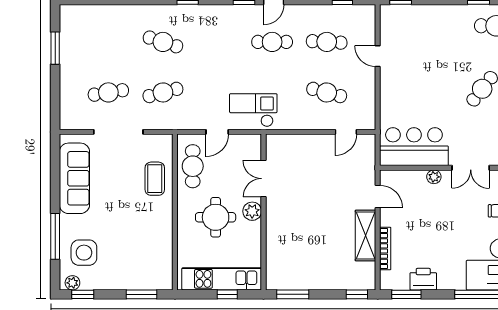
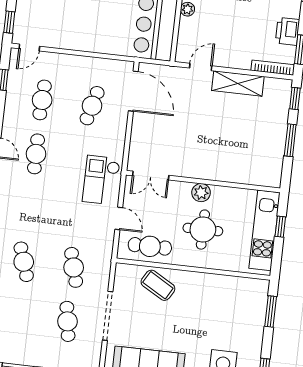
cafe table: (163, 42) -> (24, 262), turned -36
door: (378, 56) -> (29, 47), moved
door: (346, 132) -> (133, 91), width x1.88
coffee table: (155, 179) -> (158, 285), turned 30
double door: (264, 179) -> (151, 176), moved
bookcase: (385, 248) -> (273, 68), moved
window: (293, 294) -> (290, 140), moved

